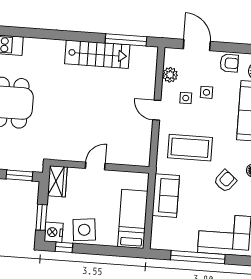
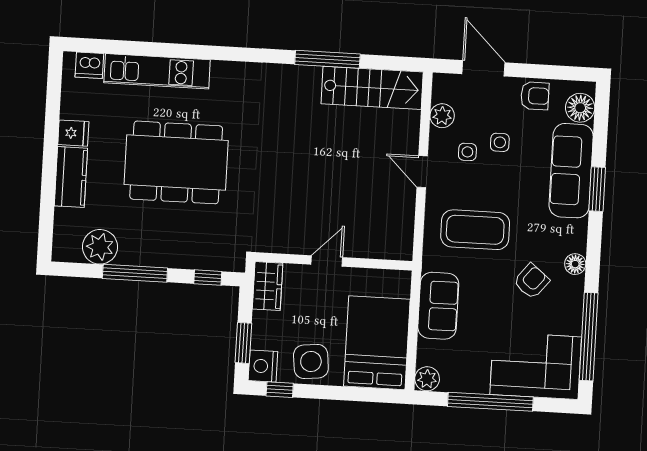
window: (126, 40) -> (327, 59), moved
stairs: (97, 54) -> (372, 88), moved
window: (19, 175) -> (208, 278), width x0.67
bed: (133, 219) -> (377, 343), width x1.50
plant: (158, 242) -> (427, 379), added

